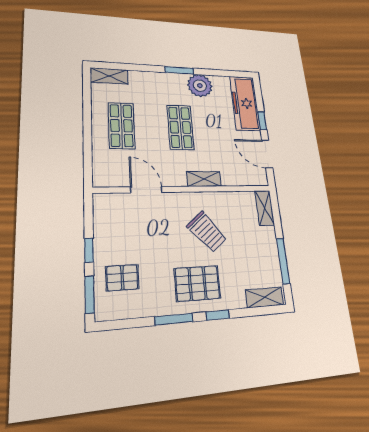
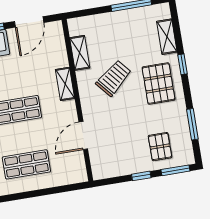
shelving: (265, 208) -> (80, 53), moved, turned 90
shelving: (264, 297) -> (167, 37), moved
window: (174, 319) -> (192, 124), moved

